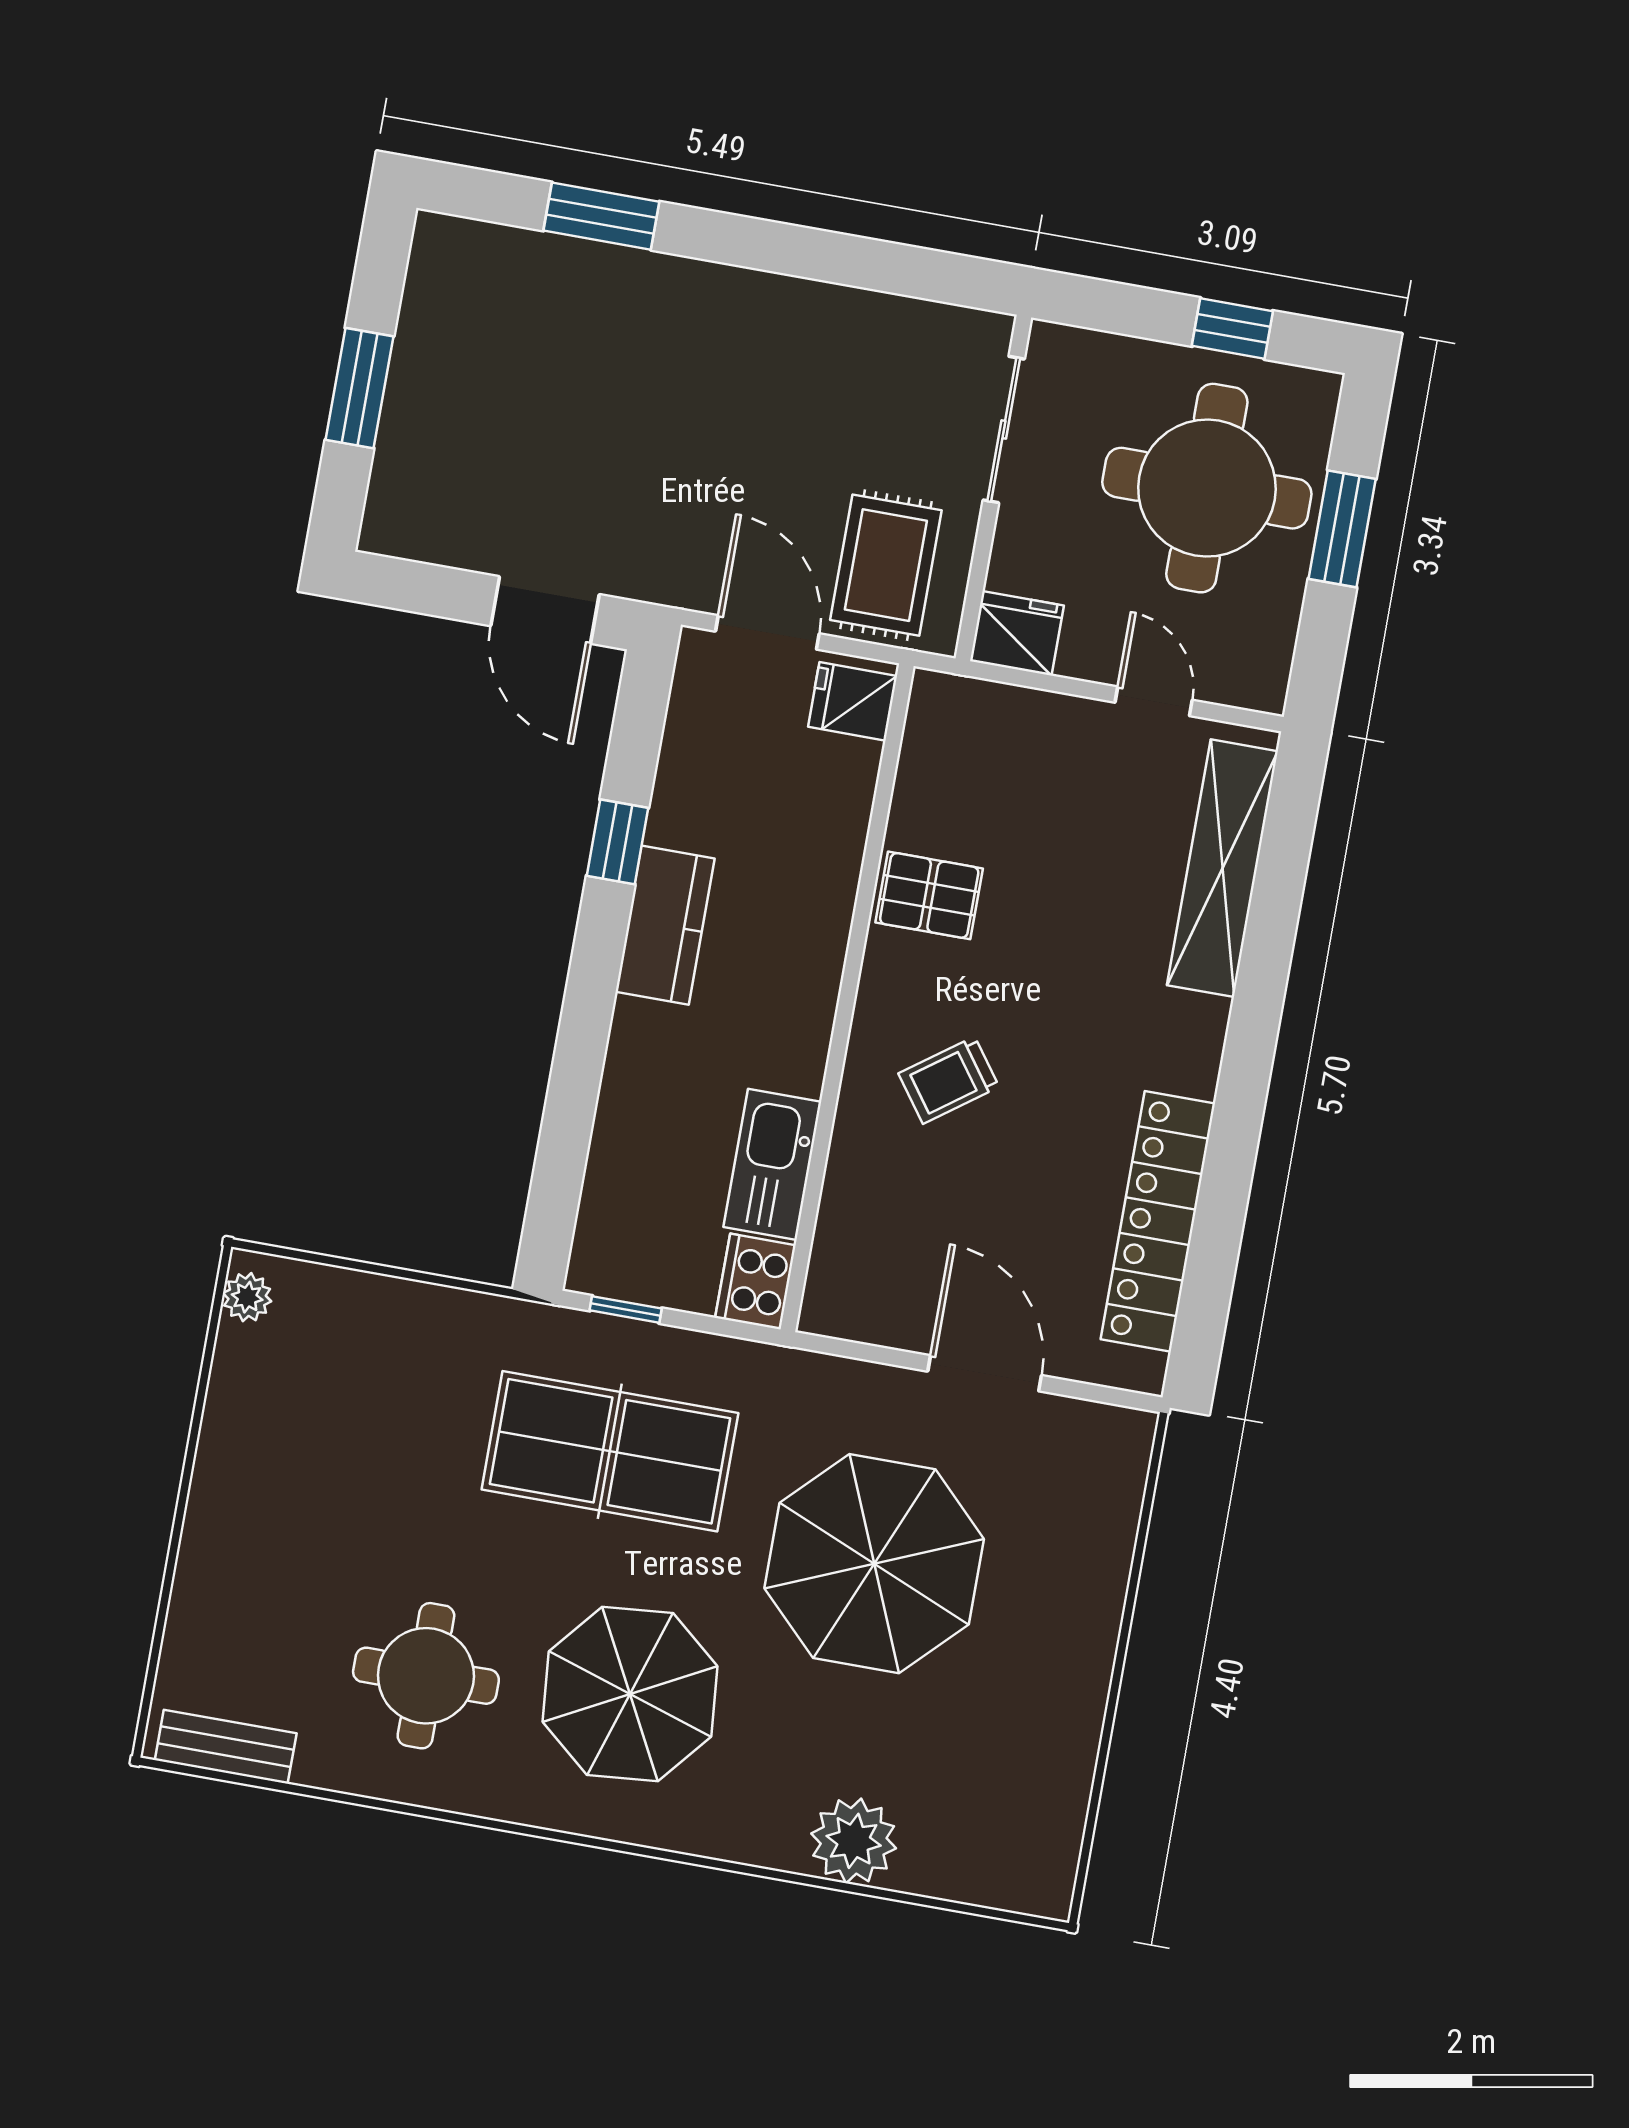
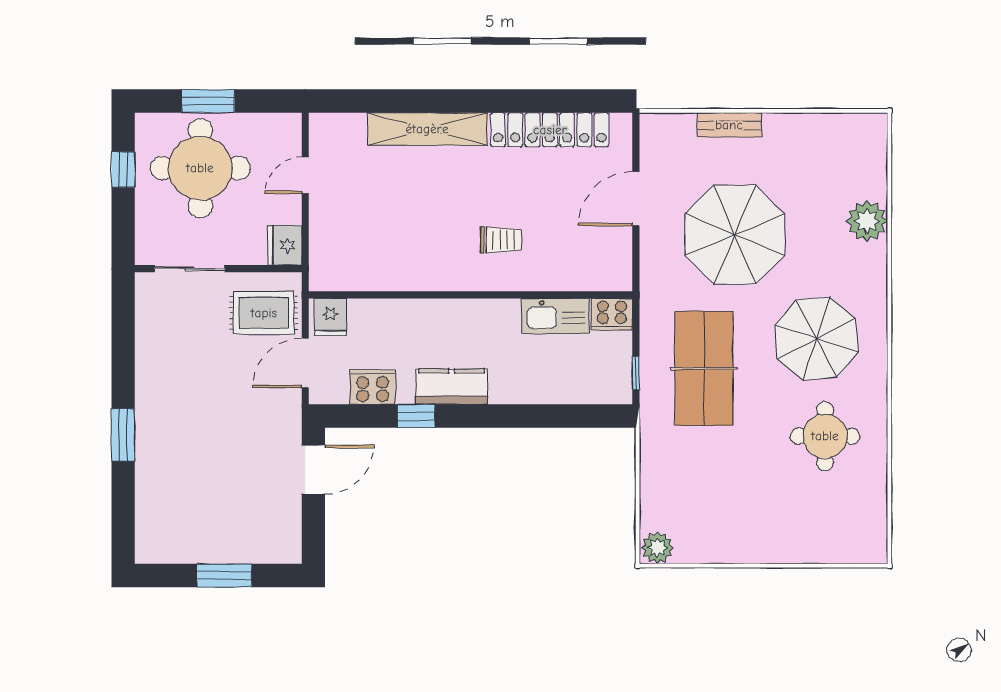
window: (601, 216) -> (123, 435), moved
cooker: (693, 762) -> (373, 387), added
shelving: (1222, 868) -> (427, 129), moved
pallet: (929, 895) -> (415, 265), removed
trolley: (949, 1080) -> (501, 240), turned -54
plant: (247, 1297) -> (657, 548), width x1.38, depth x1.38
bench: (226, 1747) -> (729, 125), moved, turned 90

